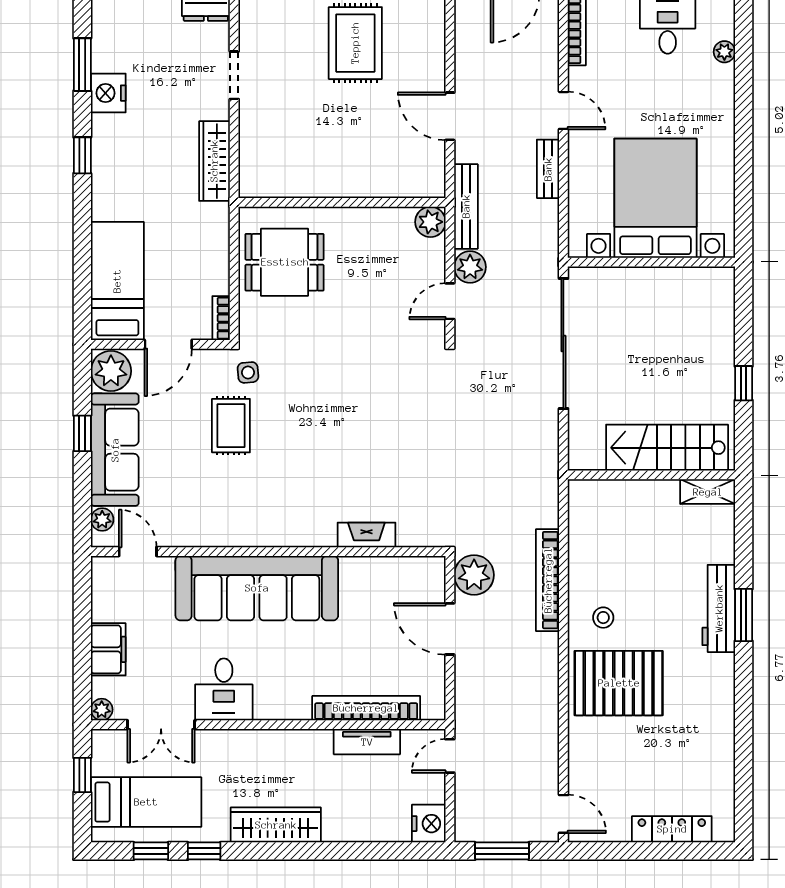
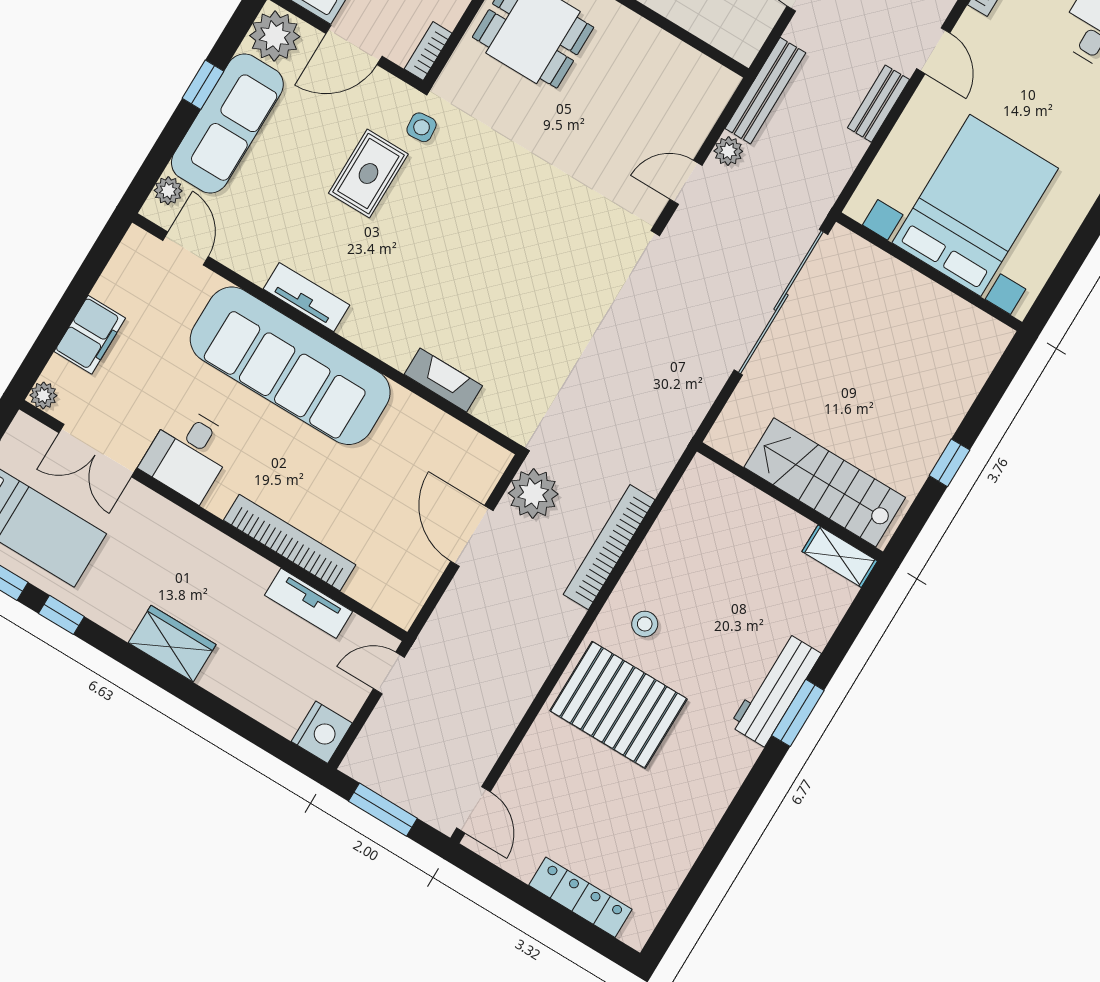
plant: (430, 222) -> (717, 84), removed
plant: (470, 267) -> (728, 151), width x0.73, depth x0.73
tv unit: (240, 535) -> (307, 297), added
bookcase: (366, 708) -> (290, 543), moved
wardrobe: (276, 825) -> (172, 644), width x0.67

